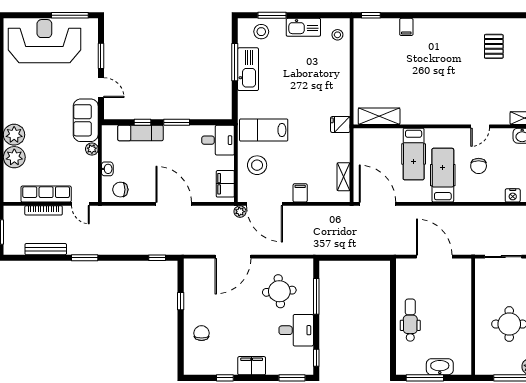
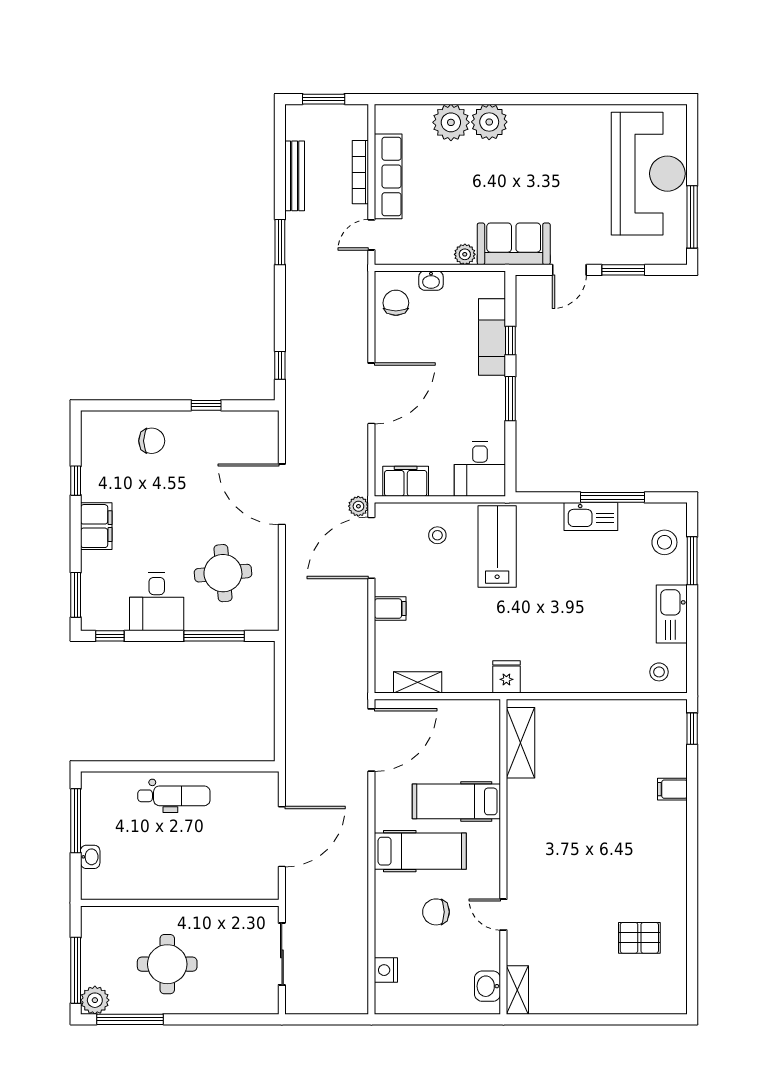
kitchen sink: (248, 69) -> (591, 517), width x0.73, depth x0.81
stool: (257, 165) -> (437, 535), width x0.53, depth x0.53
washbasin: (440, 367) -> (90, 857), width x0.52, depth x0.69

